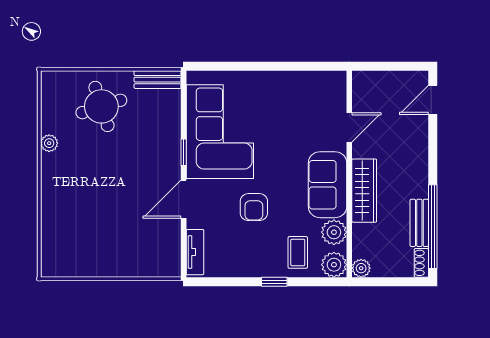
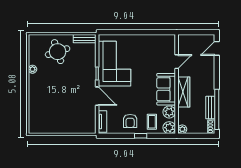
door: (184, 199) -> (97, 96), swing flipped
armchair: (254, 207) -> (130, 121), moved

